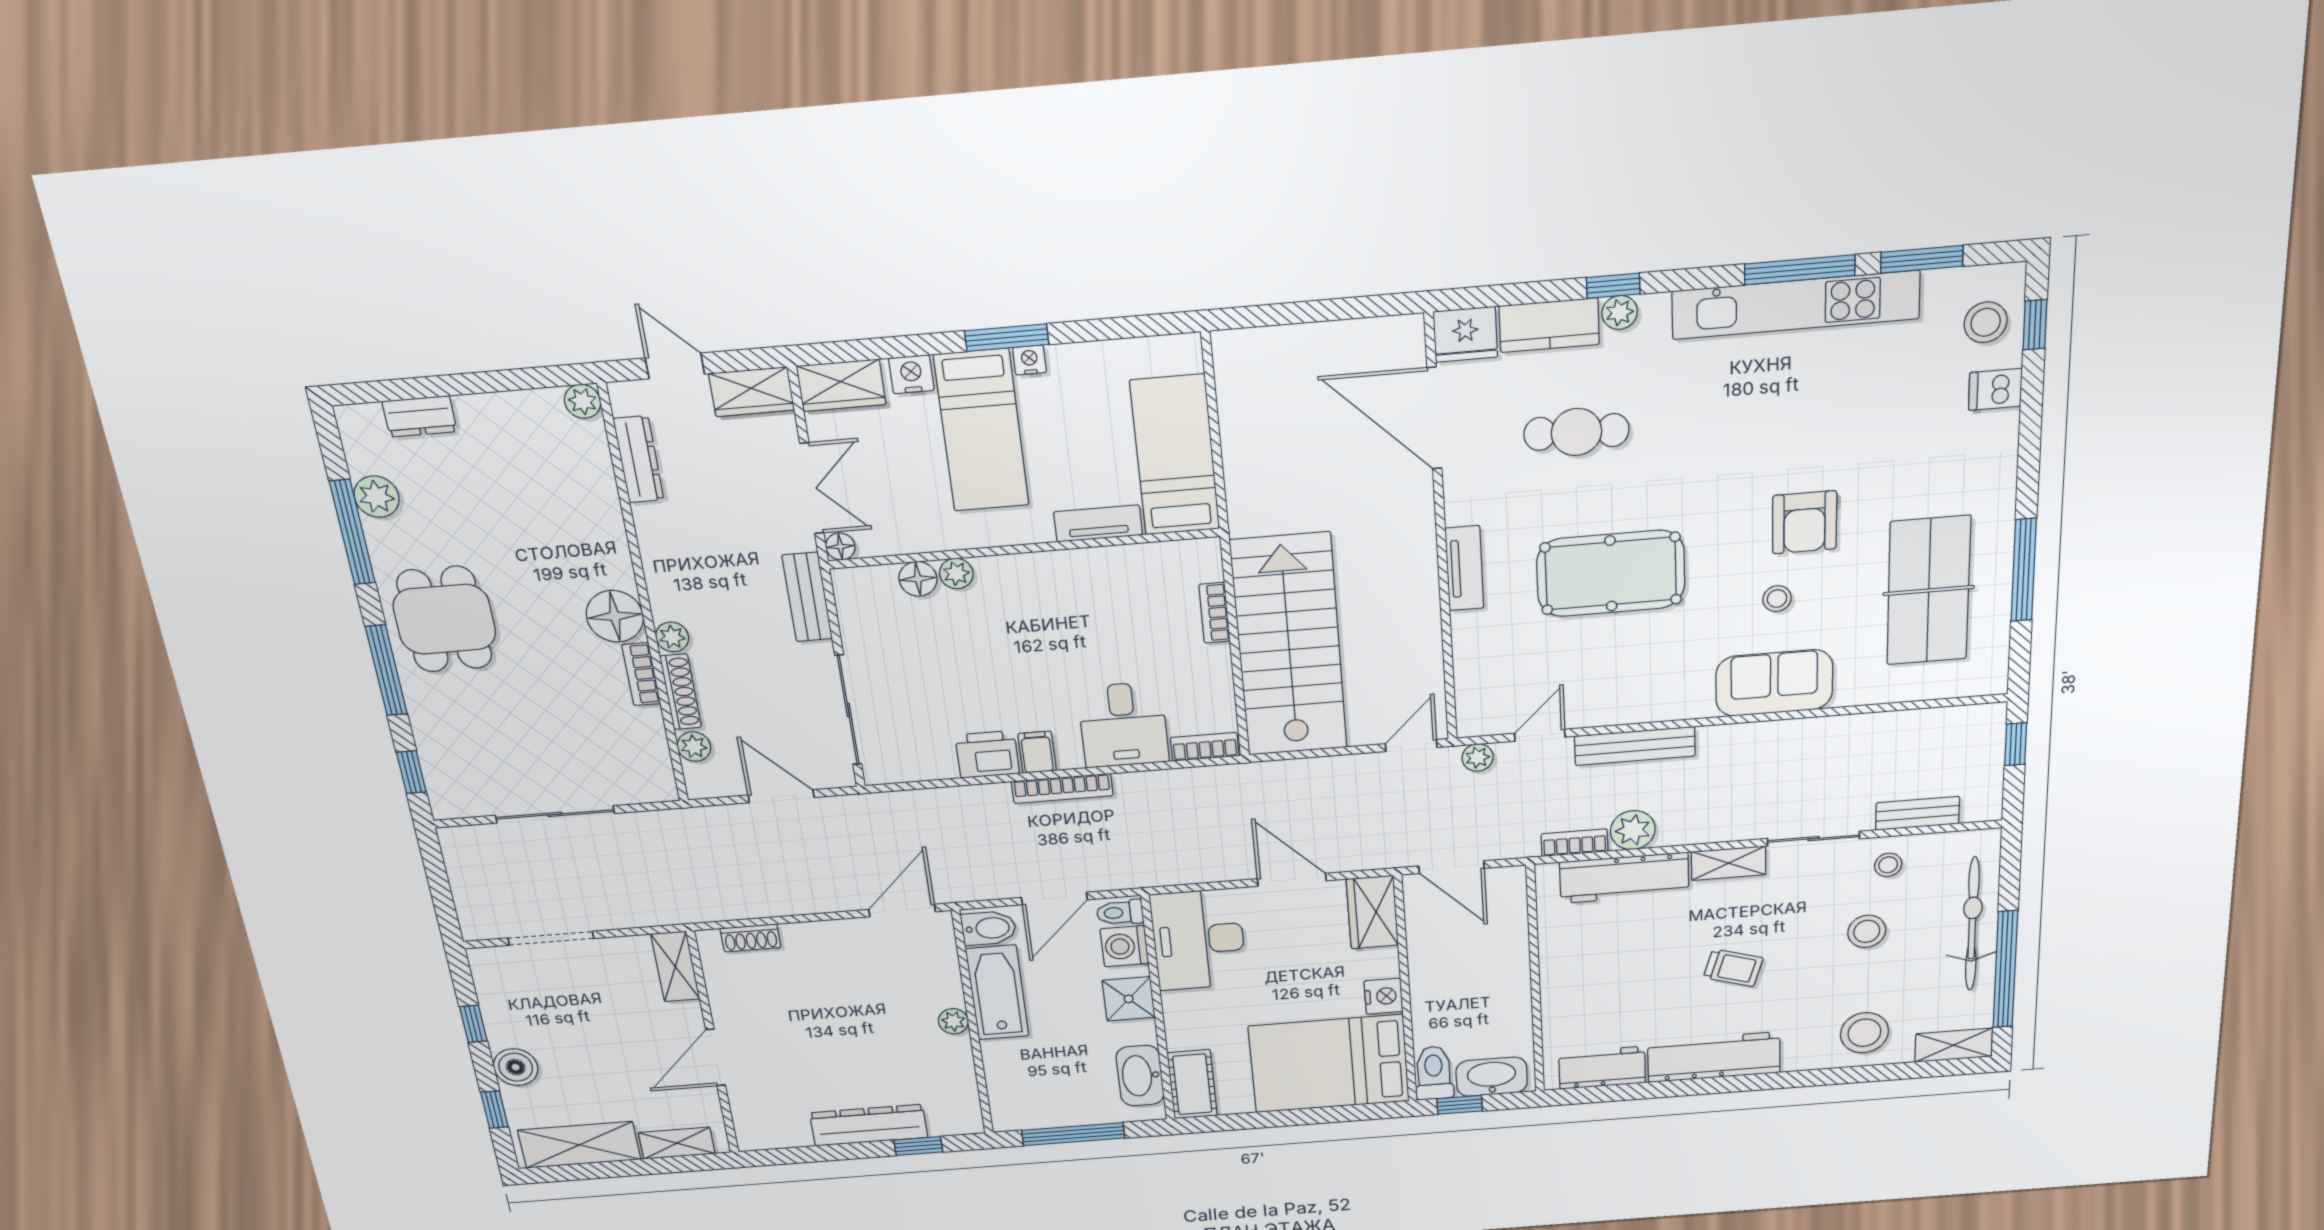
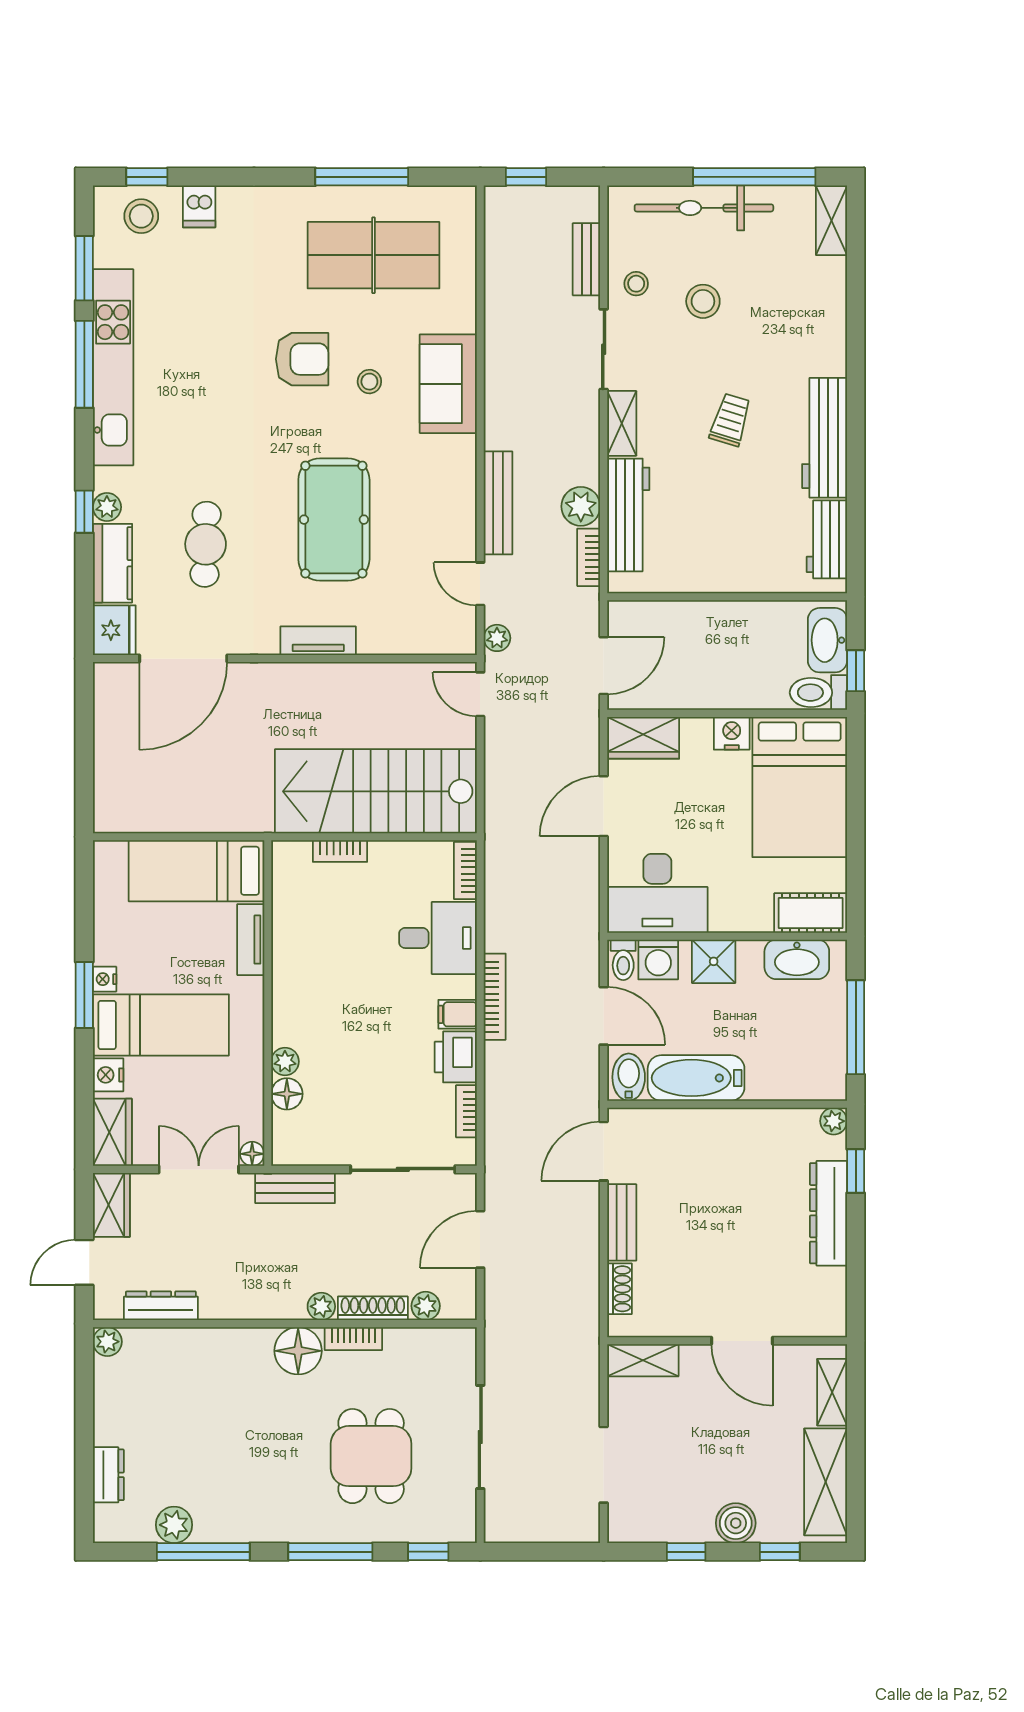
dining table: (444, 619) -> (371, 1456), moved, turned 90
bookcase: (926, 770) -> (466, 1111), added
door: (902, 911) -> (604, 1151), hinge flipped
bench: (825, 934) -> (622, 1222), added
plant: (953, 1021) -> (834, 1121), moved
stool: (1864, 1033) -> (811, 302), removed

